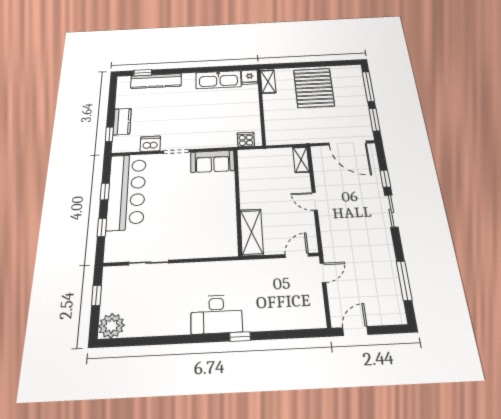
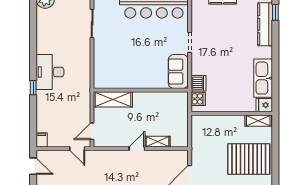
dishwasher: (150, 144) -> (199, 83), moved
shelving: (301, 160) -> (158, 142), moved
door: (297, 255) -> (92, 131), swing flipped
filing cabinet: (316, 321) -> (42, 140), added

